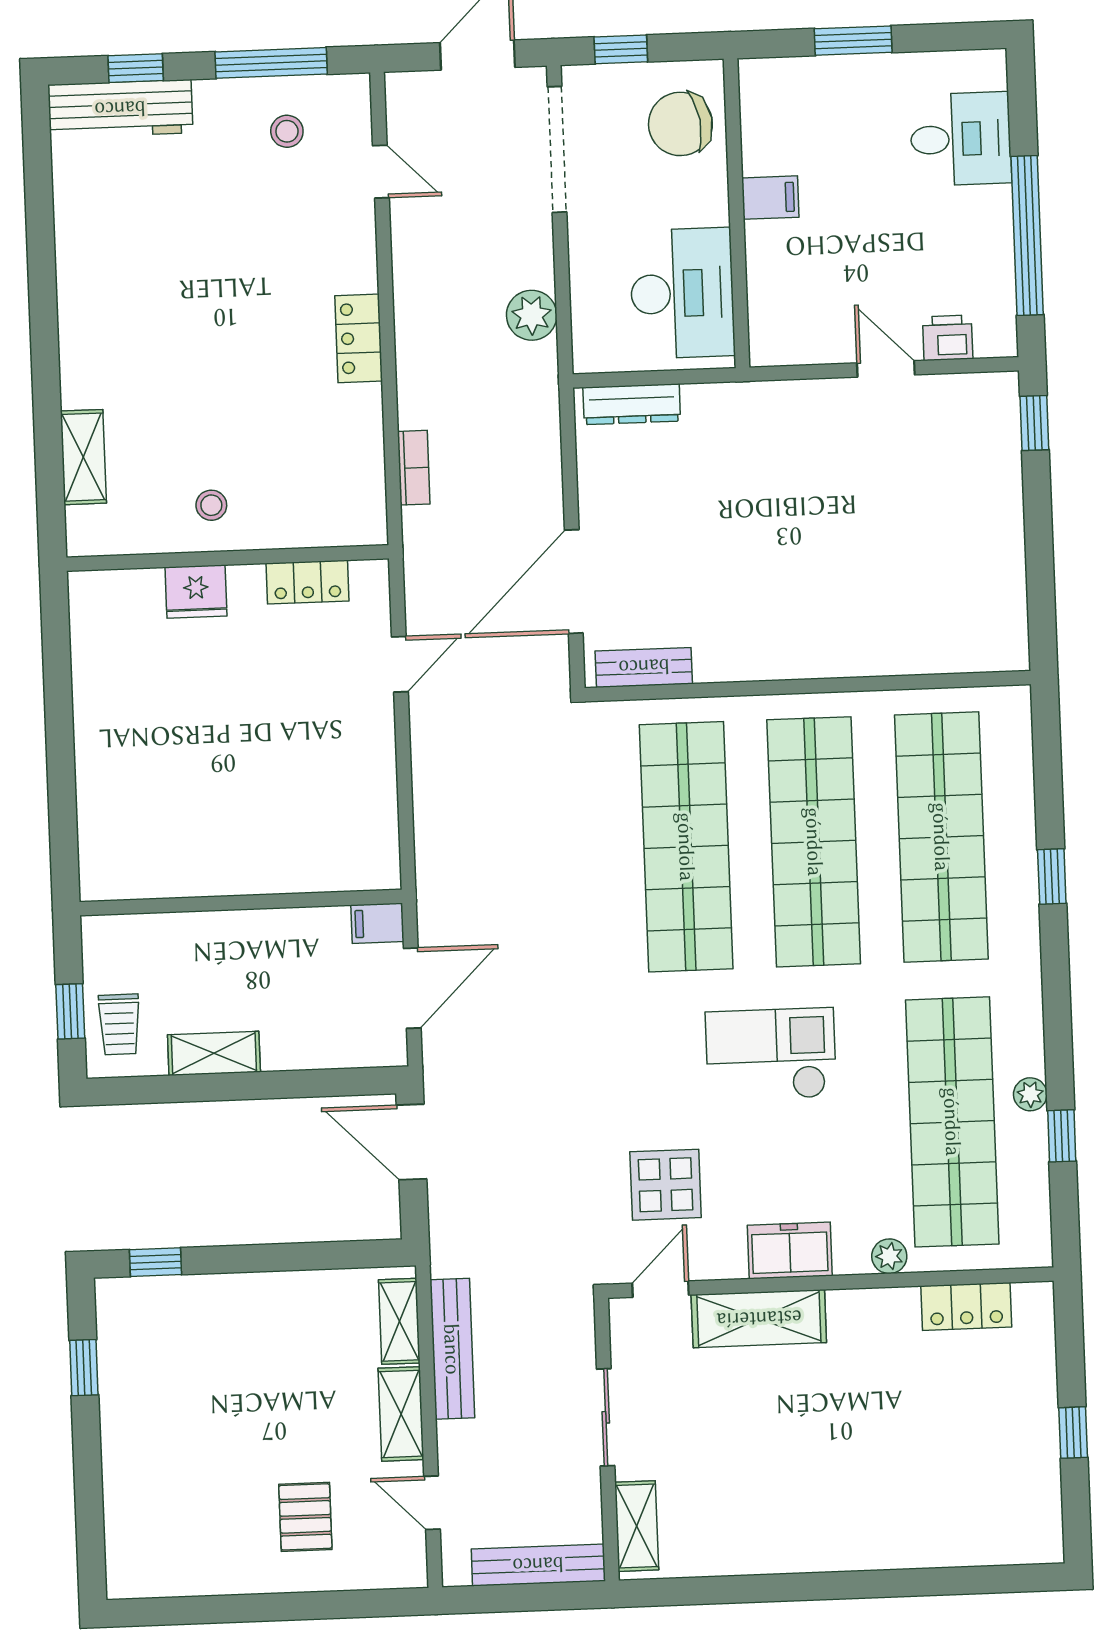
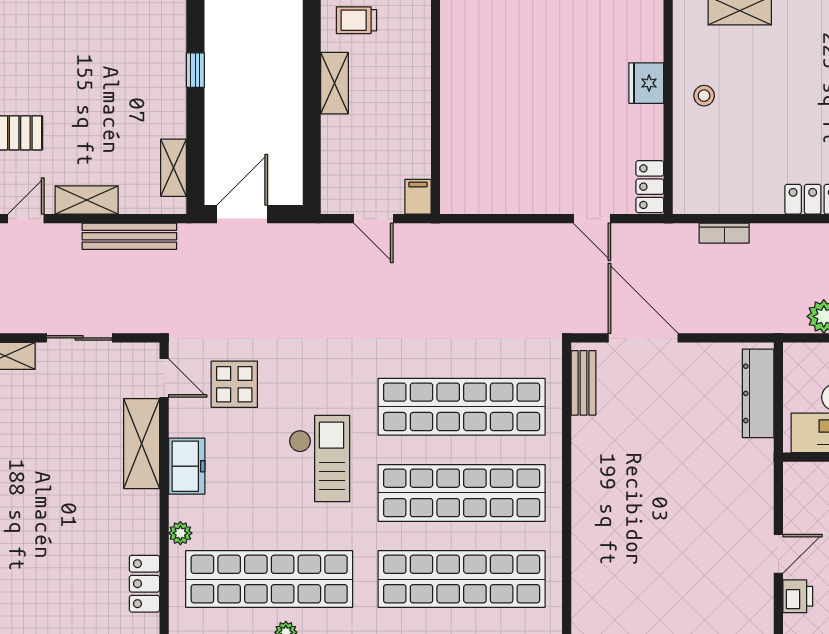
dresser: (632, 404) -> (758, 393), width x1.37, depth x1.24
locker: (307, 582) -> (650, 187), moved
door: (412, 988) -> (373, 219), width x0.73
door: (412, 1142) -> (242, 214), moved
window: (155, 1262) -> (195, 70), moved
shelving: (399, 1321) -> (174, 168), moved, turned 90

